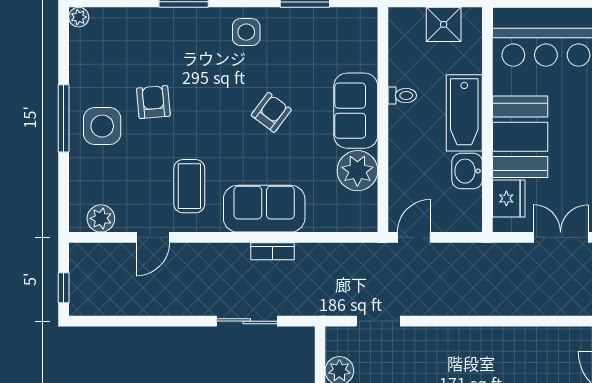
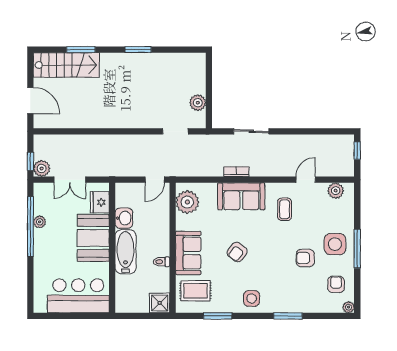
shower: (444, 24) -> (160, 303), moved
rug: (343, 45) -> (195, 291), added
armchair: (100, 56) -> (336, 284), added
armchair: (153, 102) -> (305, 258), turned 95
plant: (357, 171) -> (187, 202), moved
coffee table: (189, 186) -> (285, 209), width x0.73, depth x0.77

